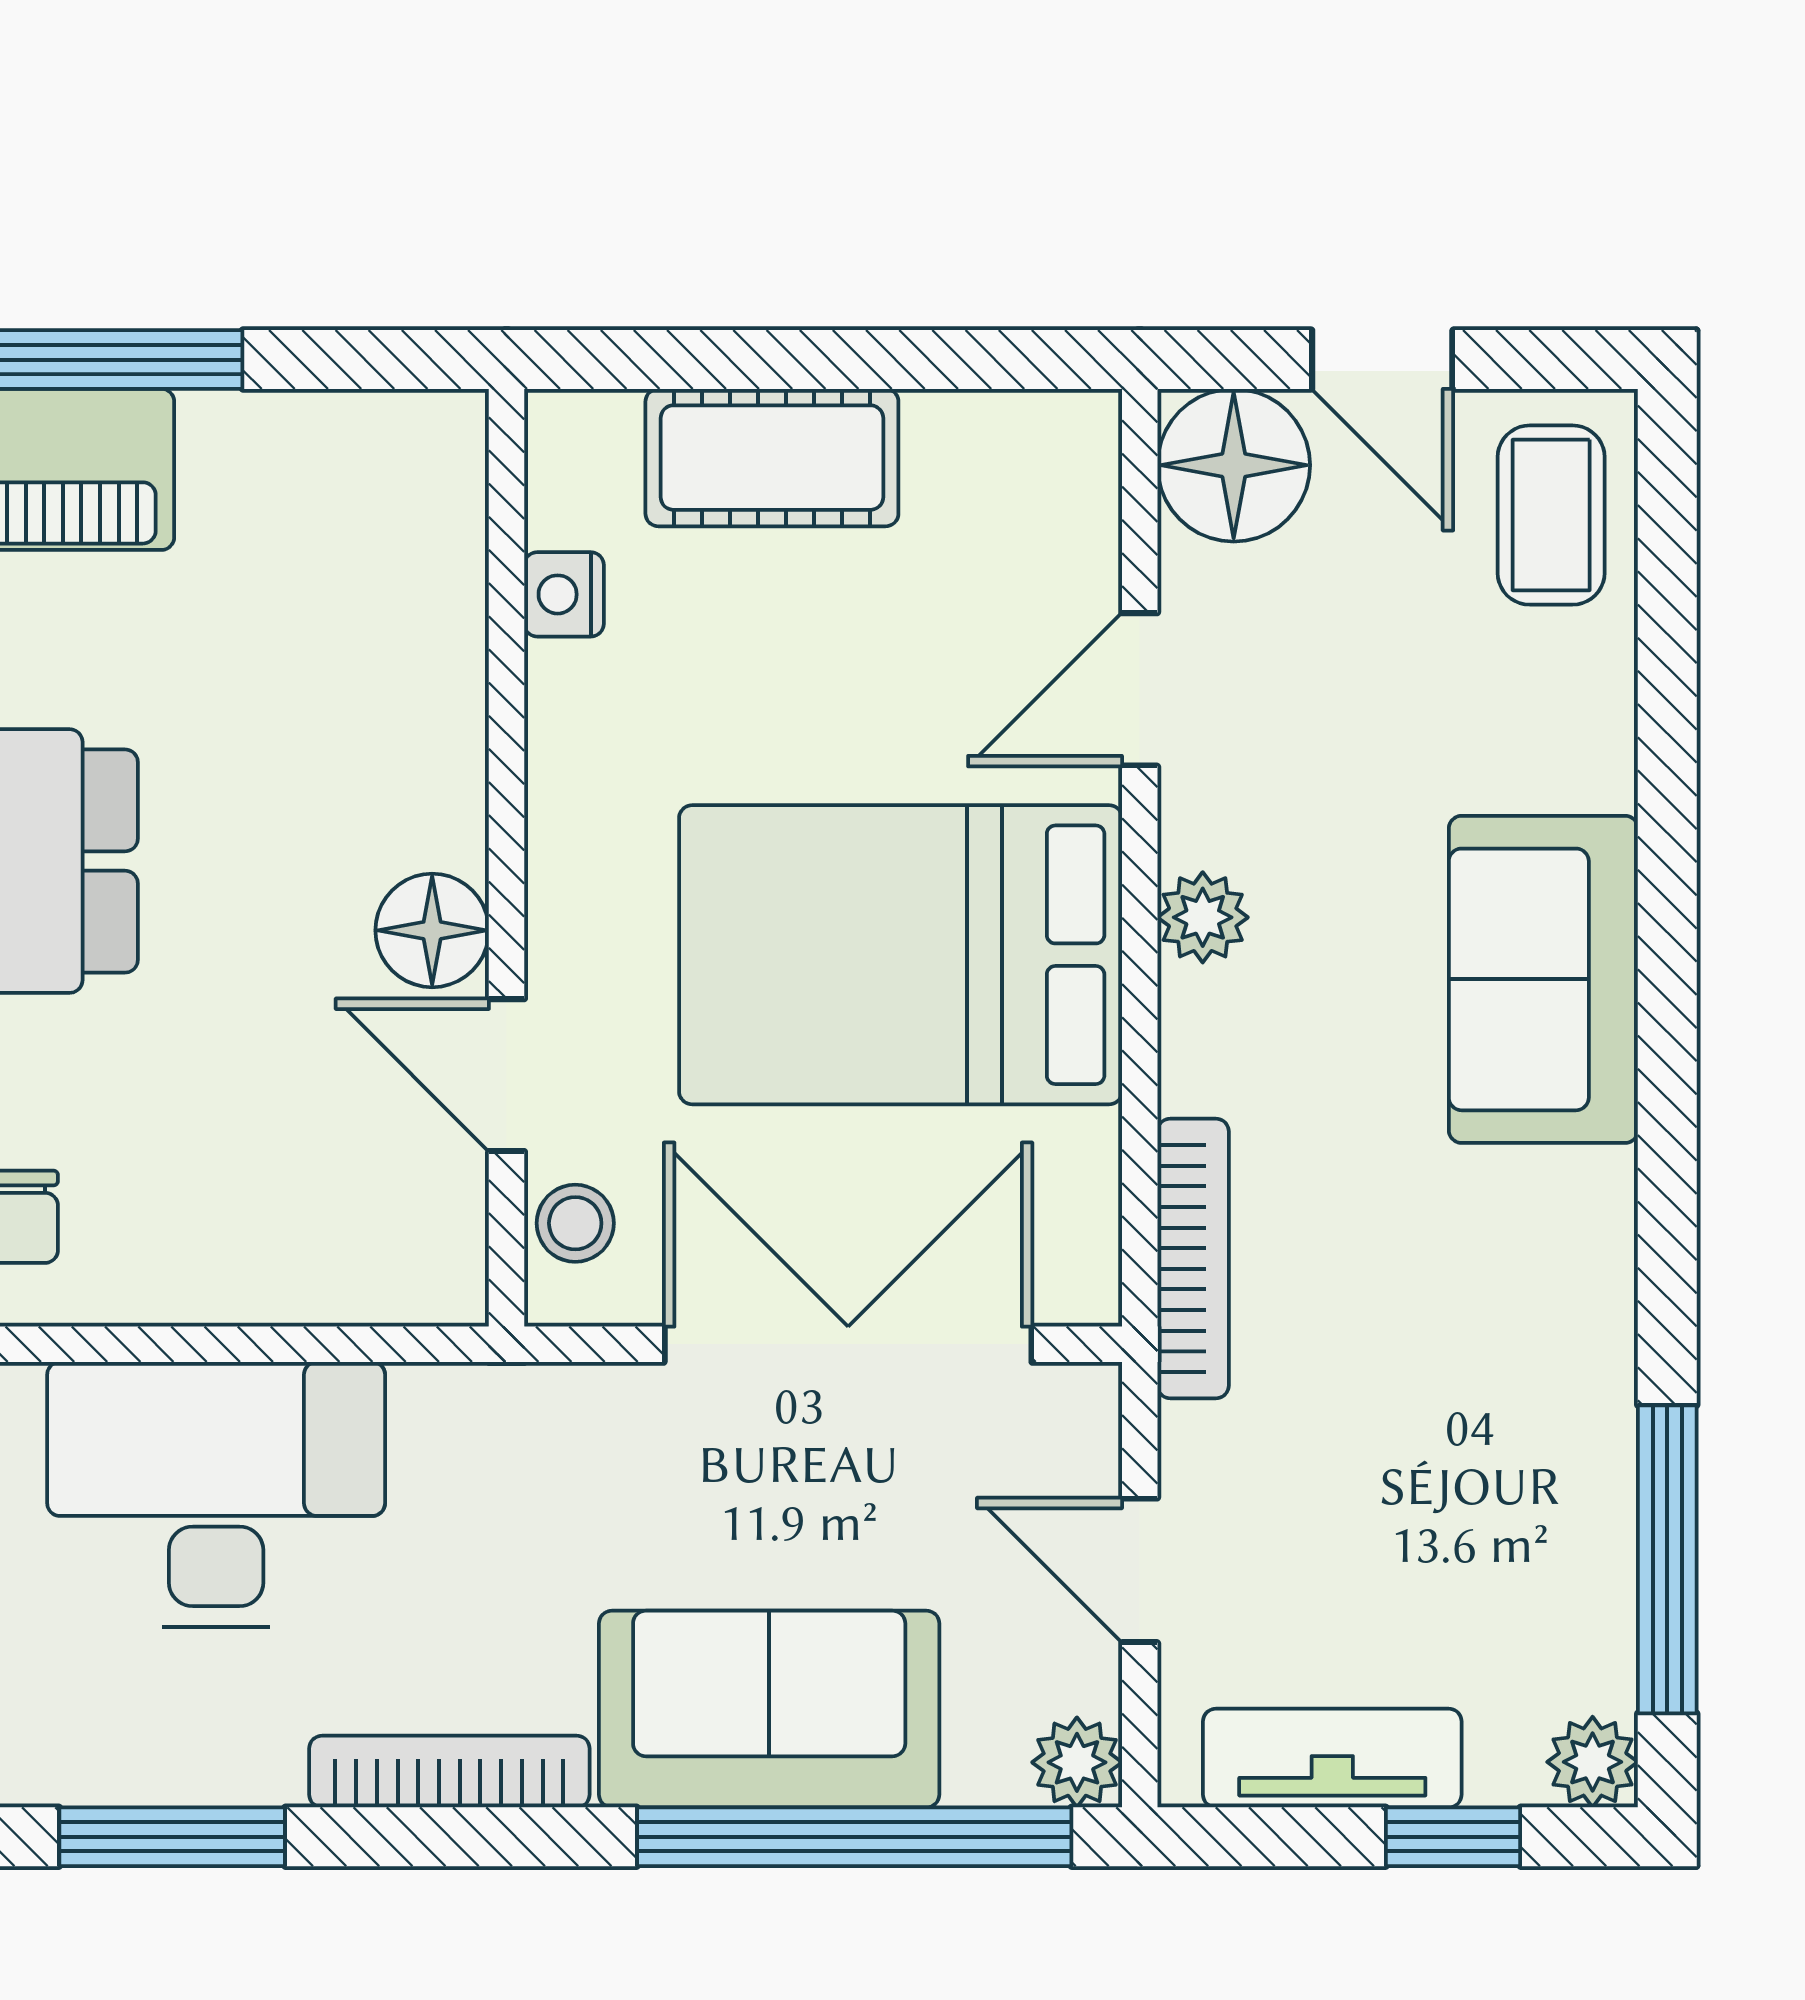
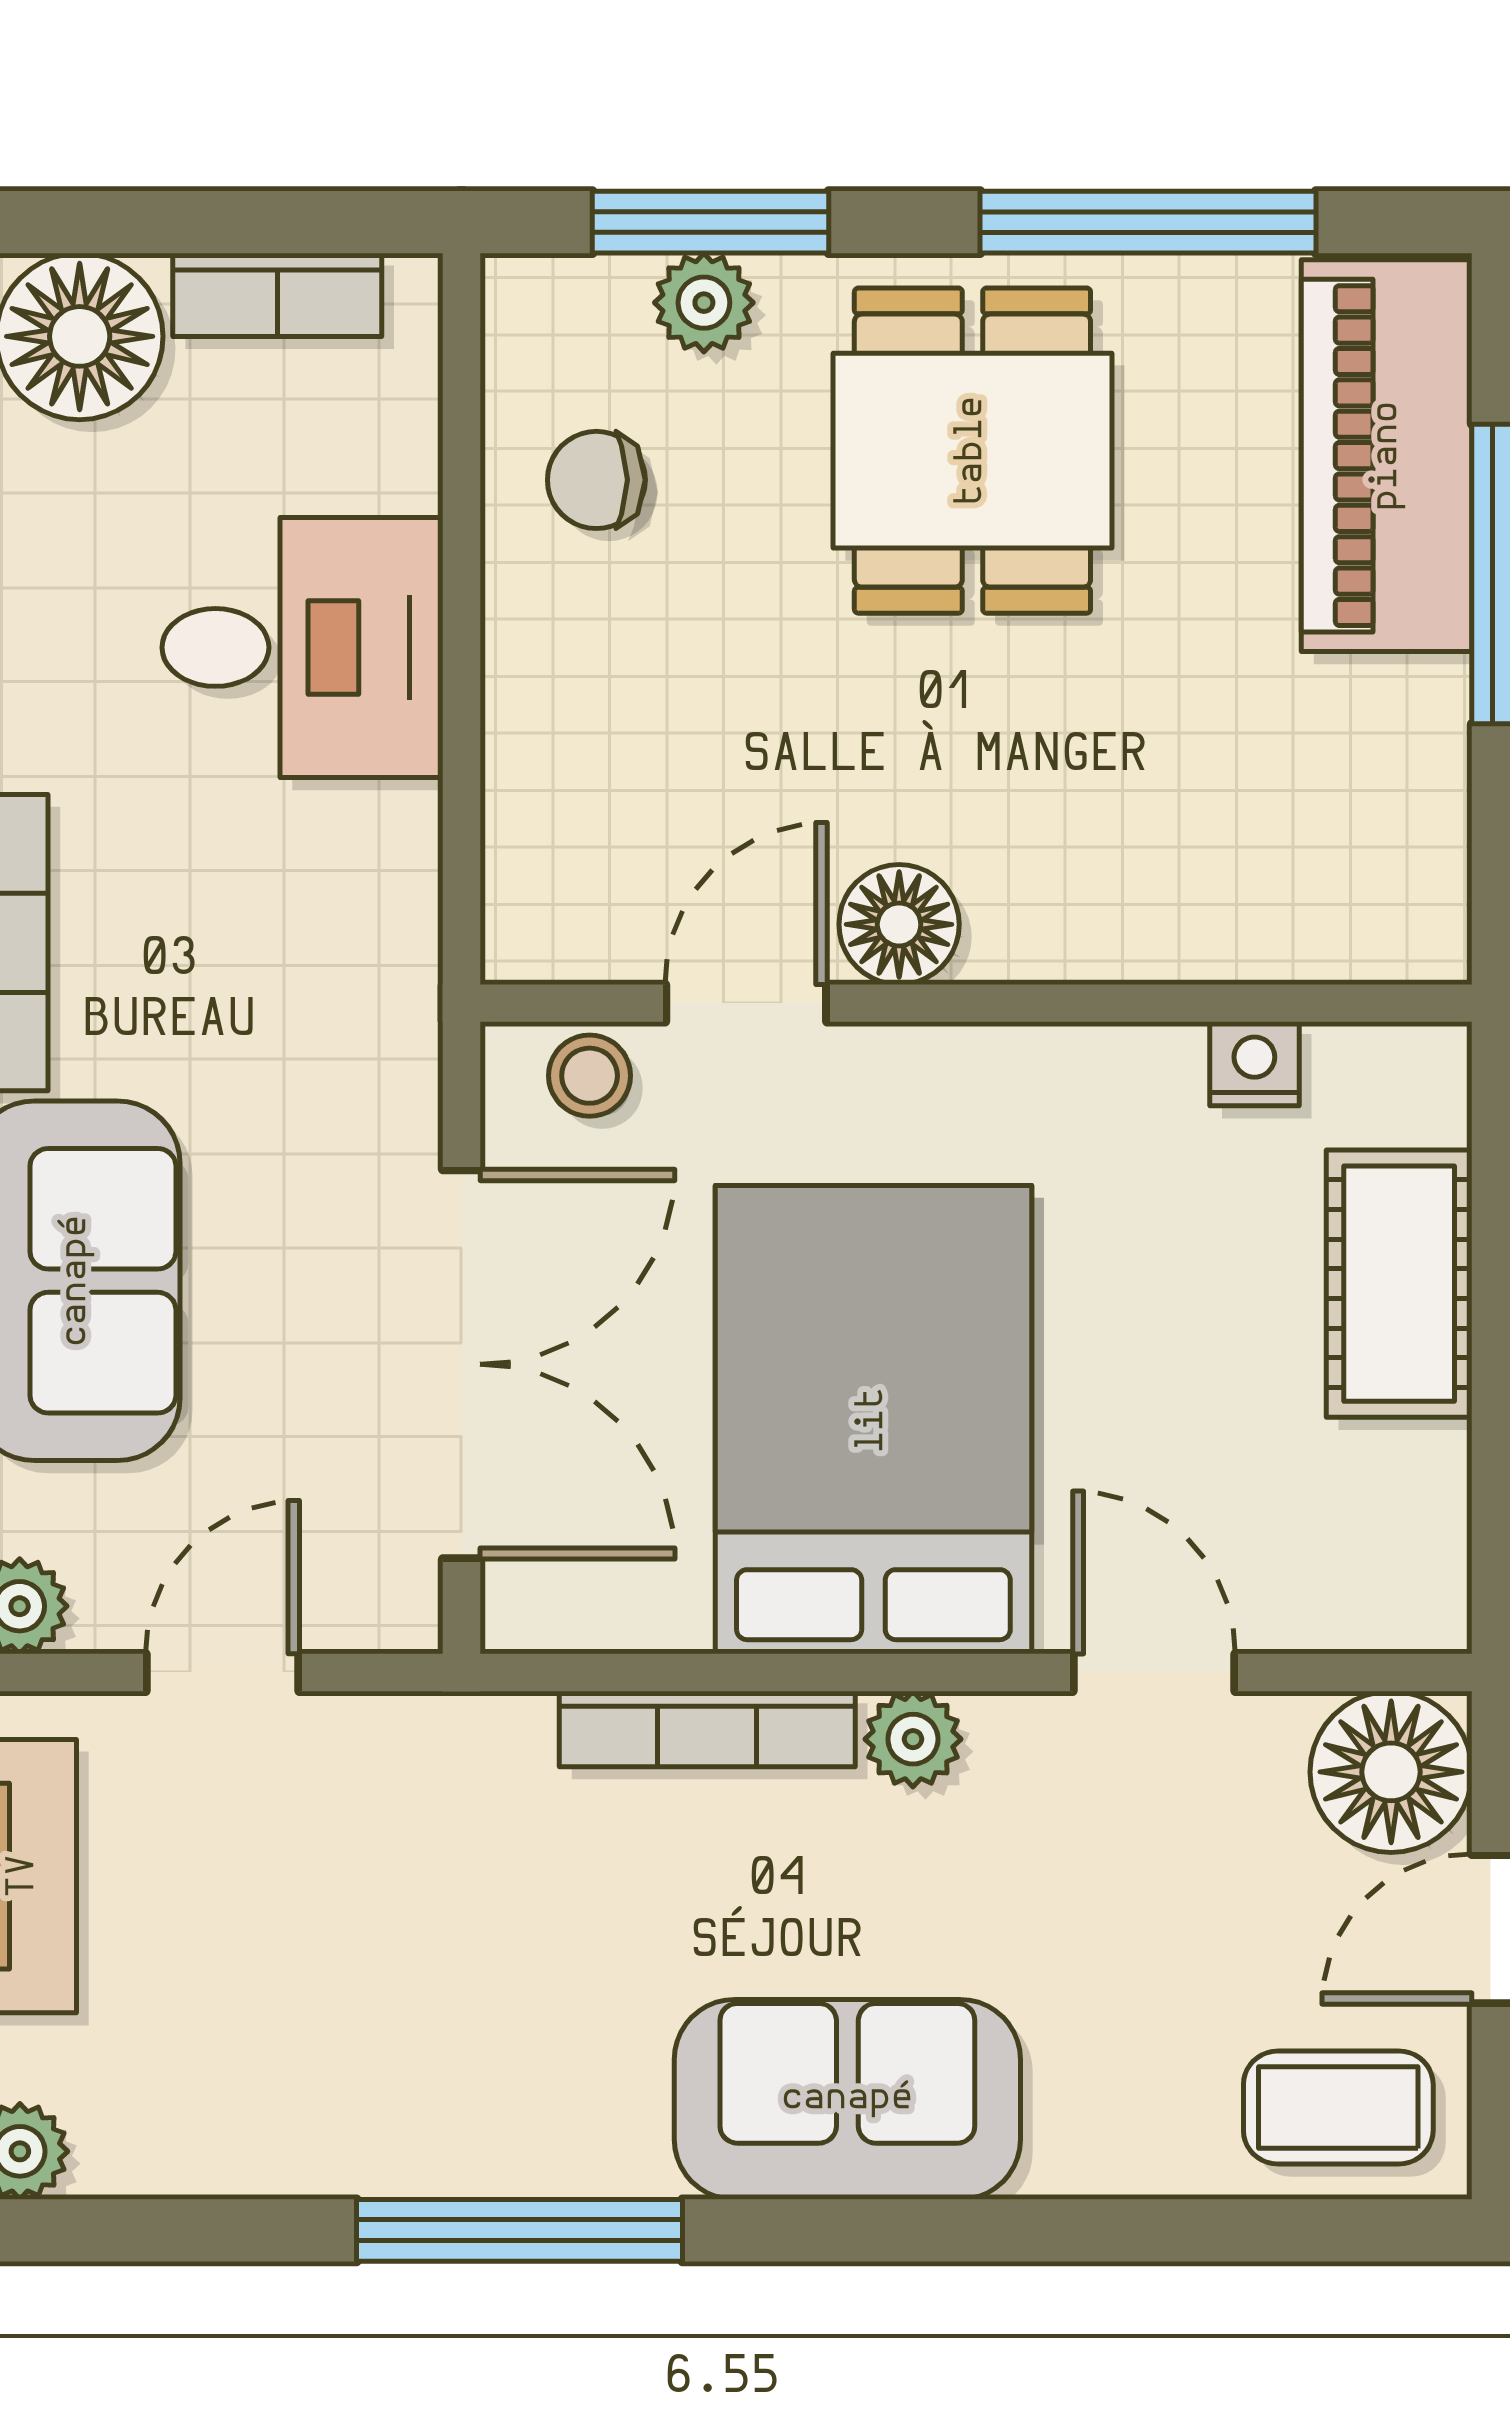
bookcase: (1193, 1258) -> (707, 1729), moved
desk: (216, 1495) -> (303, 647), width x0.73
window: (1667, 1559) -> (519, 2230), moved

